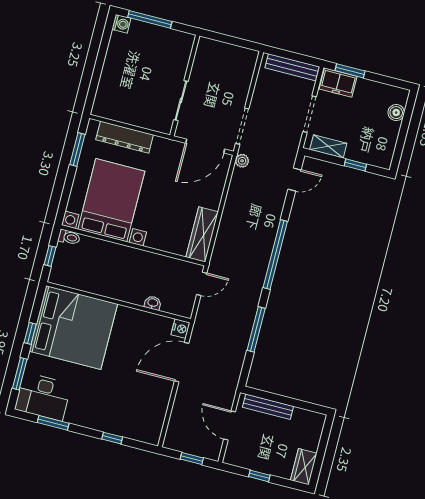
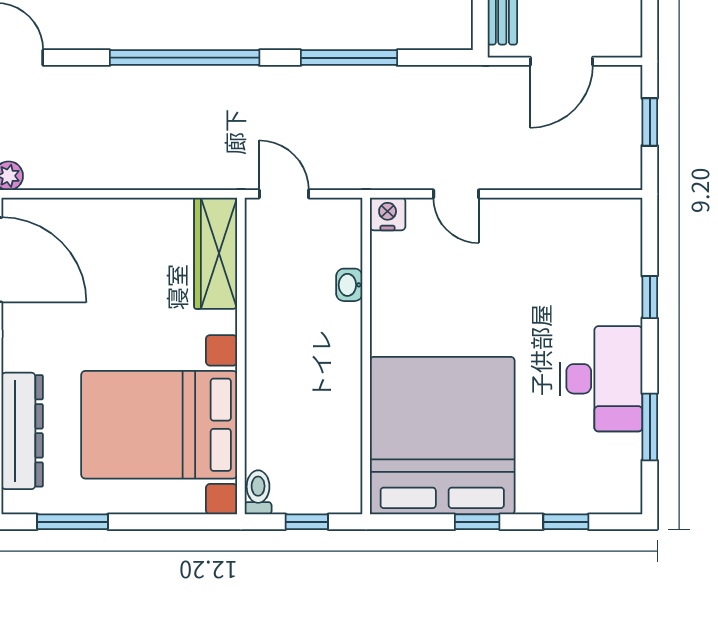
wardrobe: (202, 234) -> (216, 253), moved, turned 90
door: (182, 362) -> (456, 194), width x0.53
window: (20, 374) -> (566, 522), width x0.67
desk: (43, 397) -> (601, 379), moved

